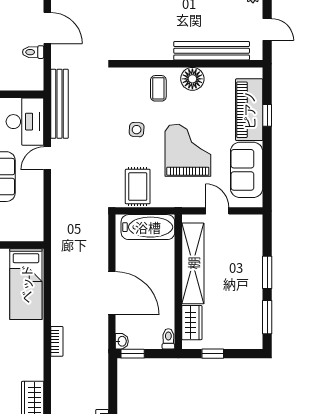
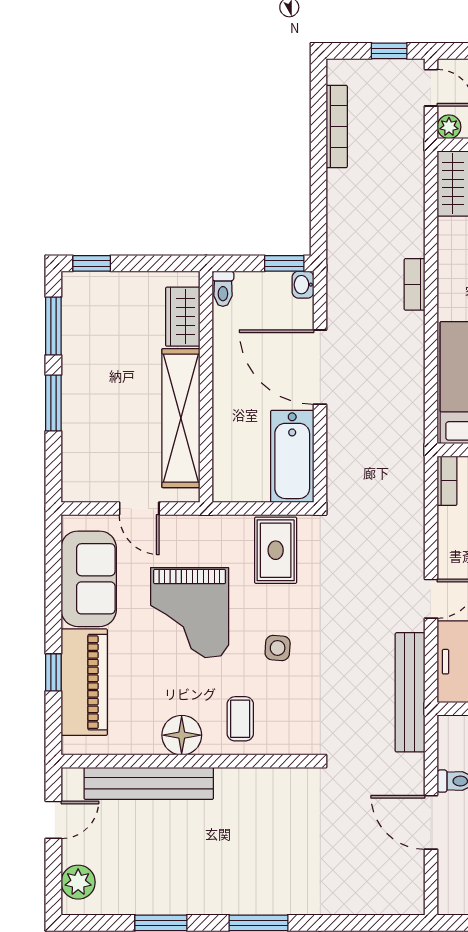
door: (267, 30) -> (53, 820), swing flipped
bookcase: (38, 227) -> (447, 481), added
bathtub: (148, 227) -> (292, 456), moved, turned -90
window: (213, 354) -> (92, 263), moved

